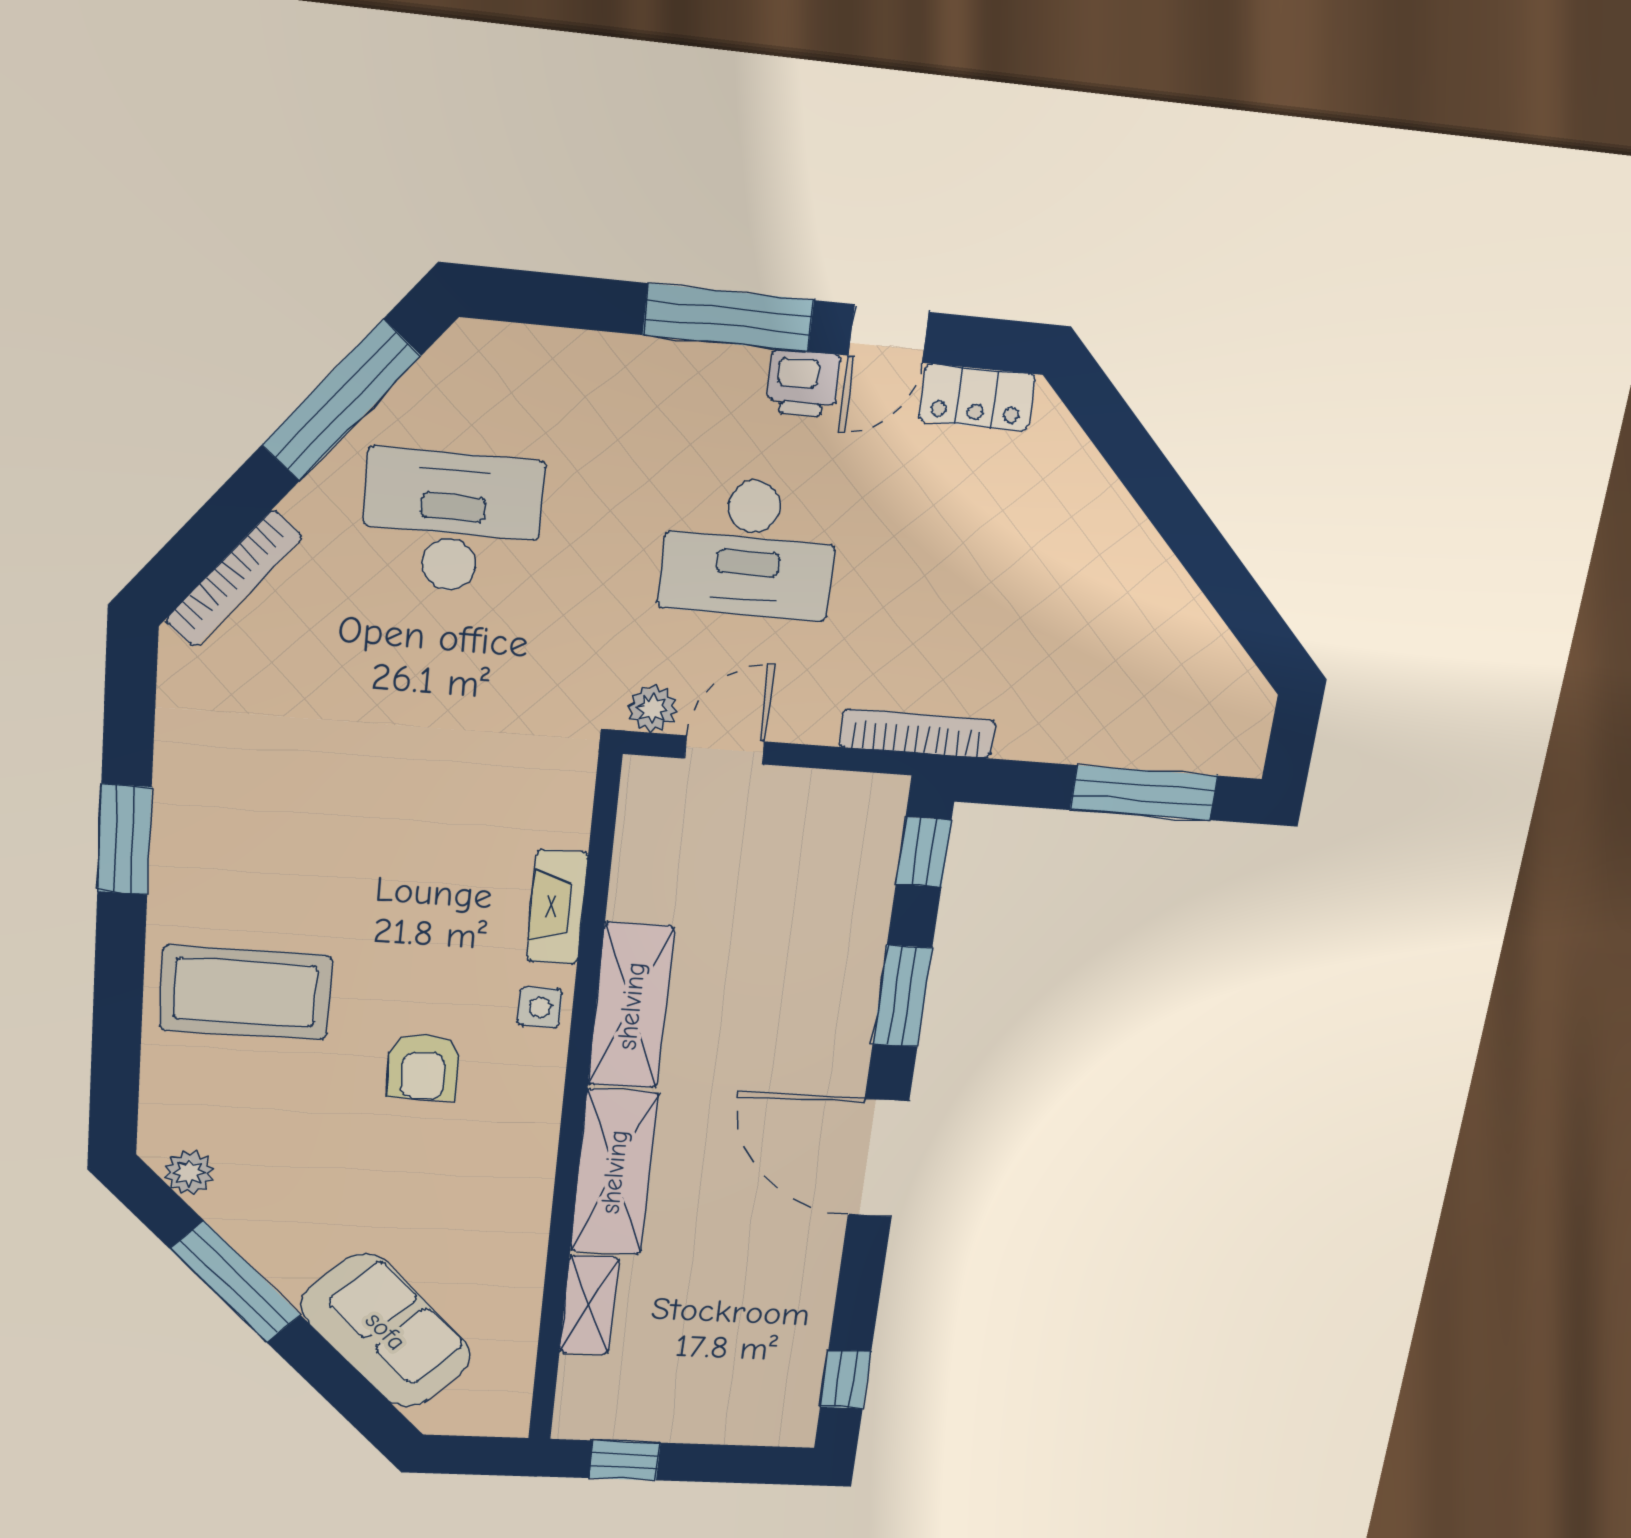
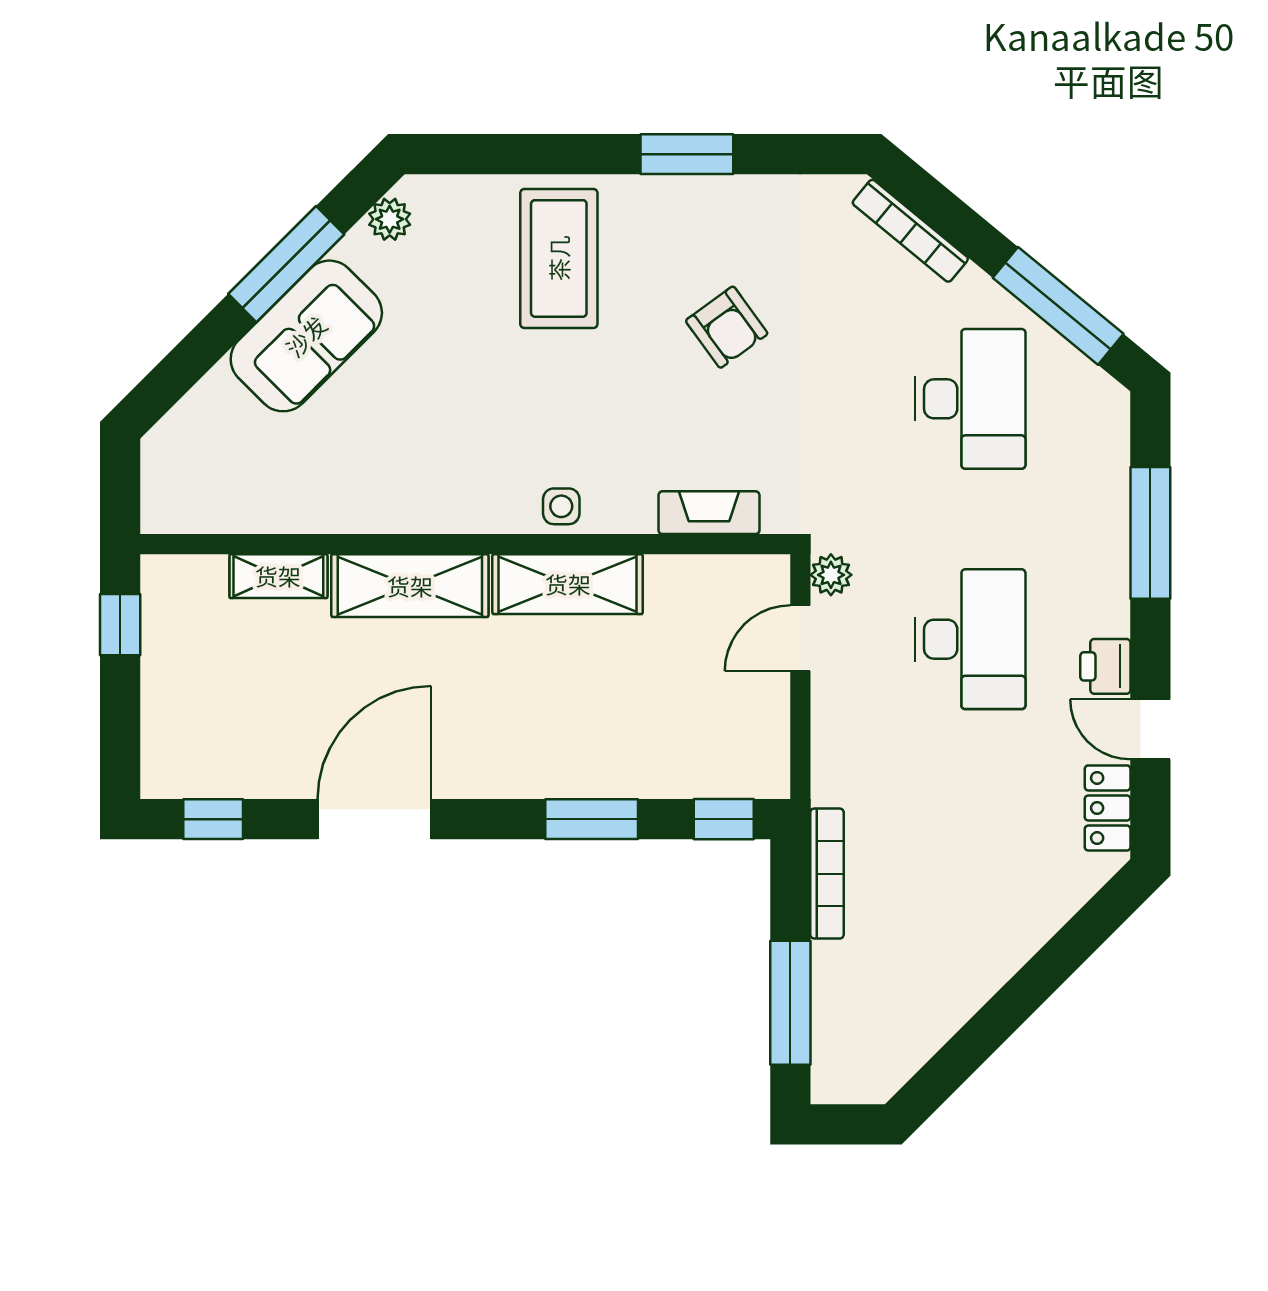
window: (728, 318) -> (1150, 533), moved
desk: (750, 548) -> (970, 639), turned 180
bookcase: (917, 734) -> (827, 874), moved
door: (724, 750) -> (800, 638), swing flipped
fireplace: (557, 907) -> (709, 513), moved
armchair: (423, 1067) -> (727, 327), moved, turned -126
door: (878, 1158) -> (374, 819), moved
sofa: (386, 1331) -> (306, 336), moved

